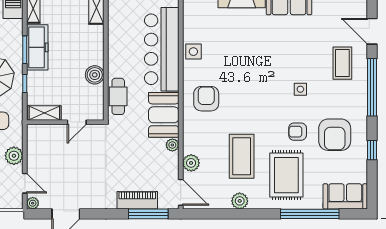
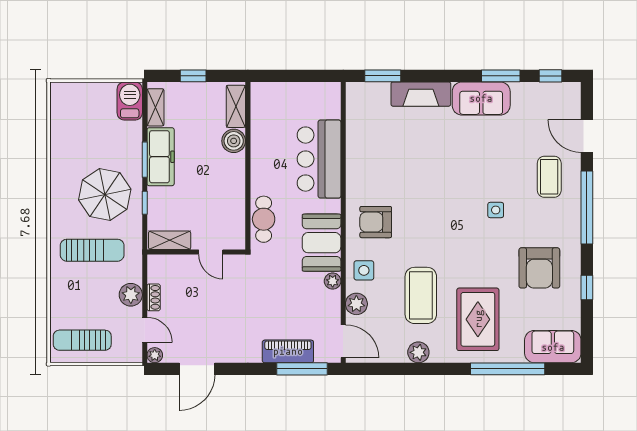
bar counter: (162, 49) -> (319, 159), width x0.73
side table: (193, 52) -> (364, 270), moved
boiler: (95, 75) -> (234, 141), moved
armchair: (206, 99) -> (376, 222), turned -90
door: (77, 122) -> (211, 252), hinge flipped
armchair: (298, 132) -> (492, 264), removed
shoe rack: (32, 158) -> (154, 297), added

